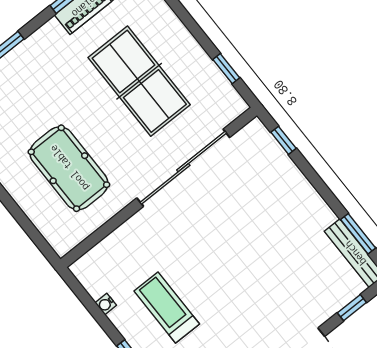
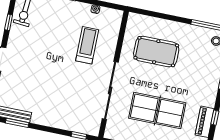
treadmill: (167, 307) -> (87, 45), moved, turned -90

